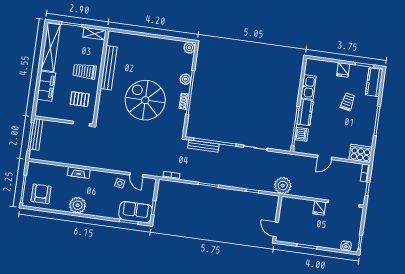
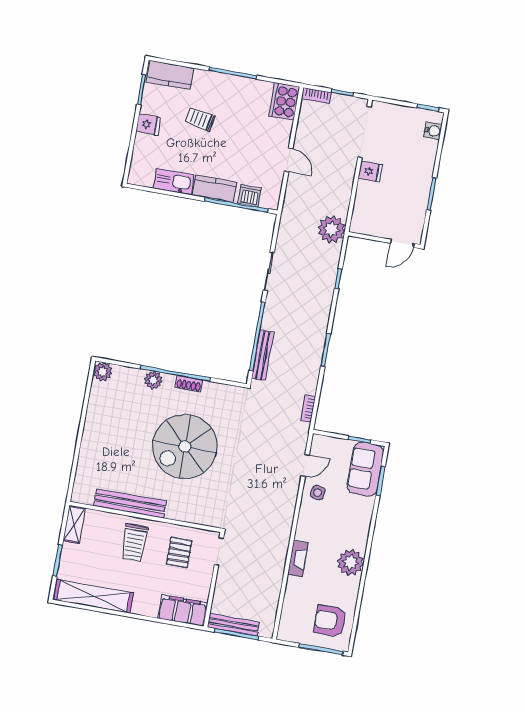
filing cabinet: (46, 86) -> (183, 611), moved

